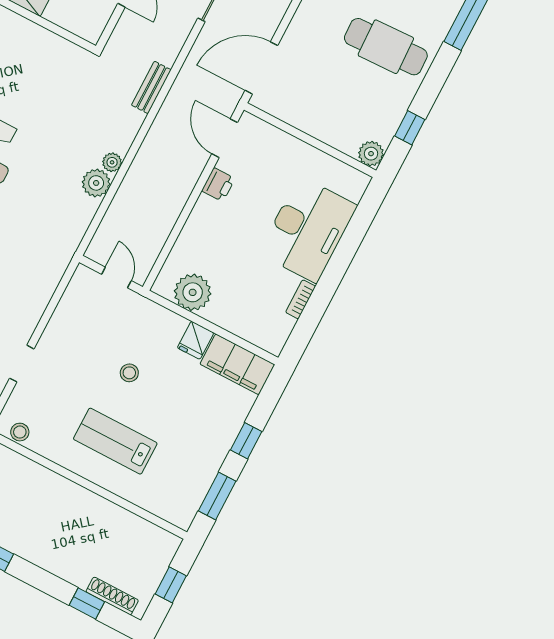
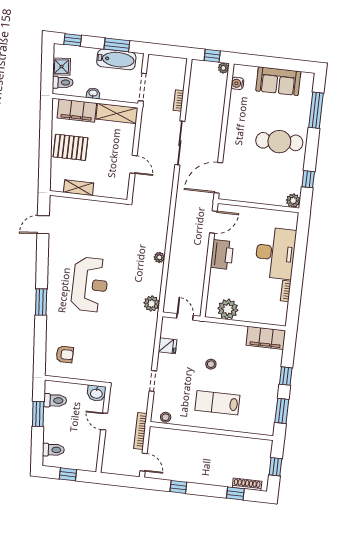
bench: (151, 87) -> (165, 210), removed
door: (225, 138) -> (213, 222), swing flipped
plant: (96, 183) -> (152, 304), moved
printer: (218, 185) -> (222, 255), width x1.87, depth x1.48
fridge: (196, 340) -> (167, 346), moved, turned -90

